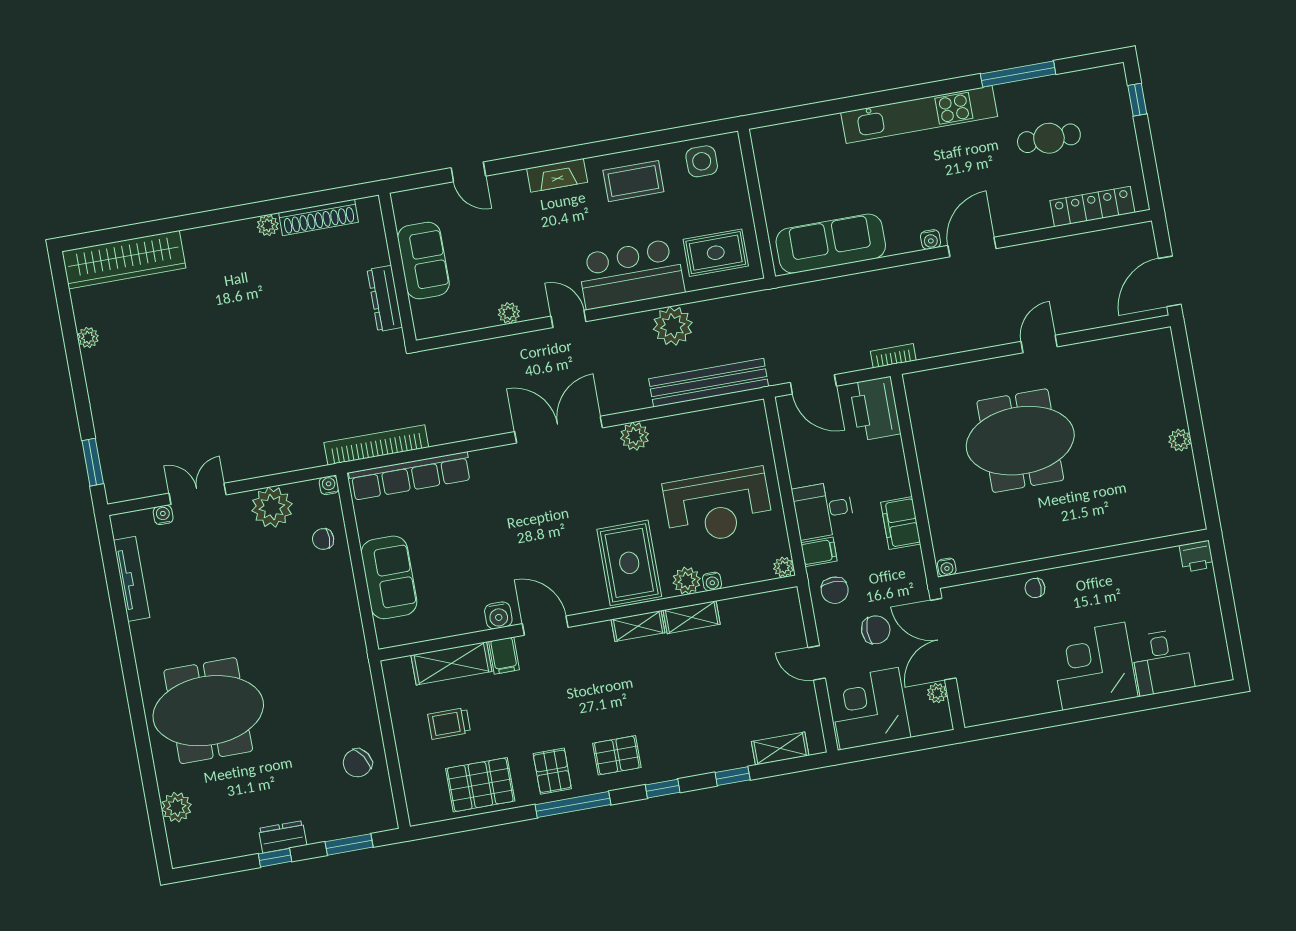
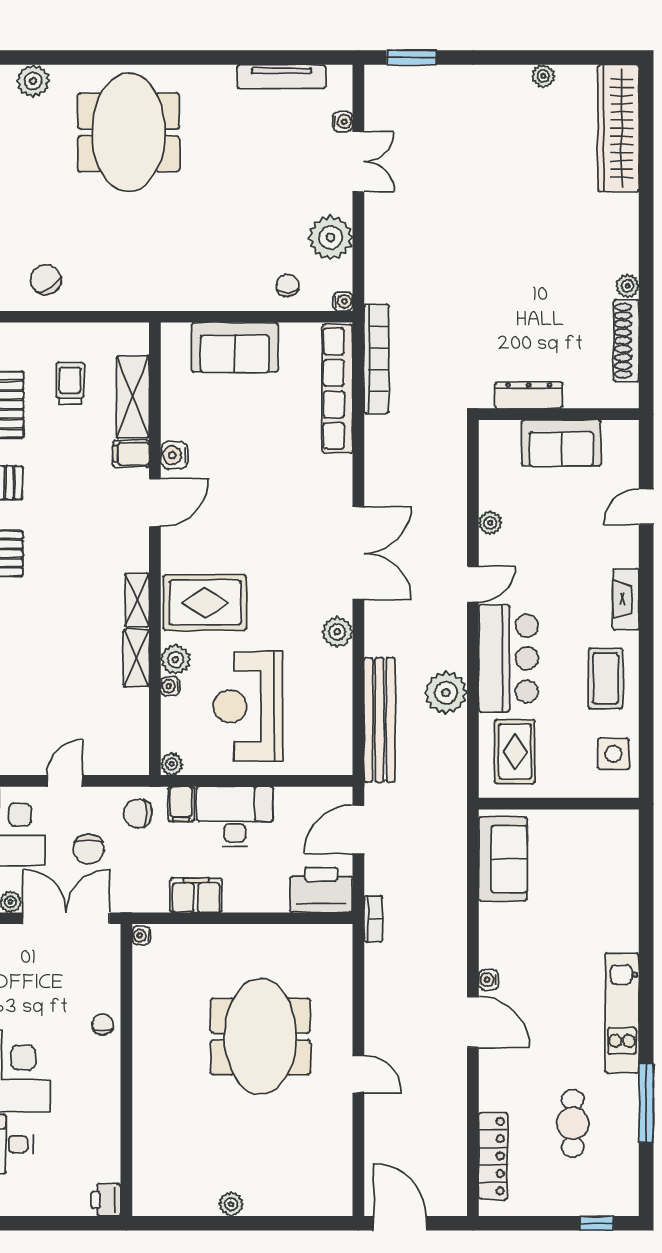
kitchen unit: (919, 114) -> (622, 1013), width x0.73
sofa: (831, 244) -> (503, 859), width x0.73
desk: (823, 510) -> (235, 817), width x1.37

